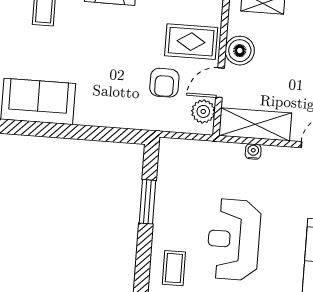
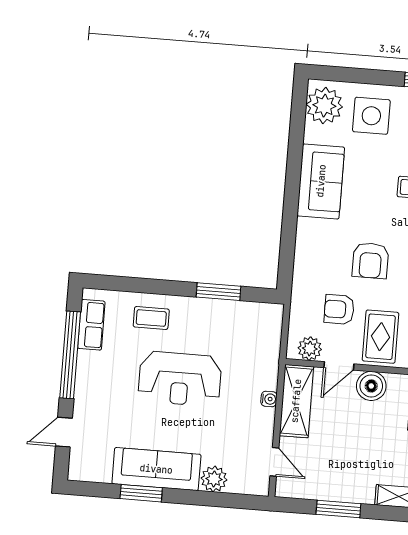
armchair: (116, 52) -> (370, 260), added
door: (220, 83) -> (339, 366), swing flipped
reception desk: (234, 240) -> (180, 379), turned 180

